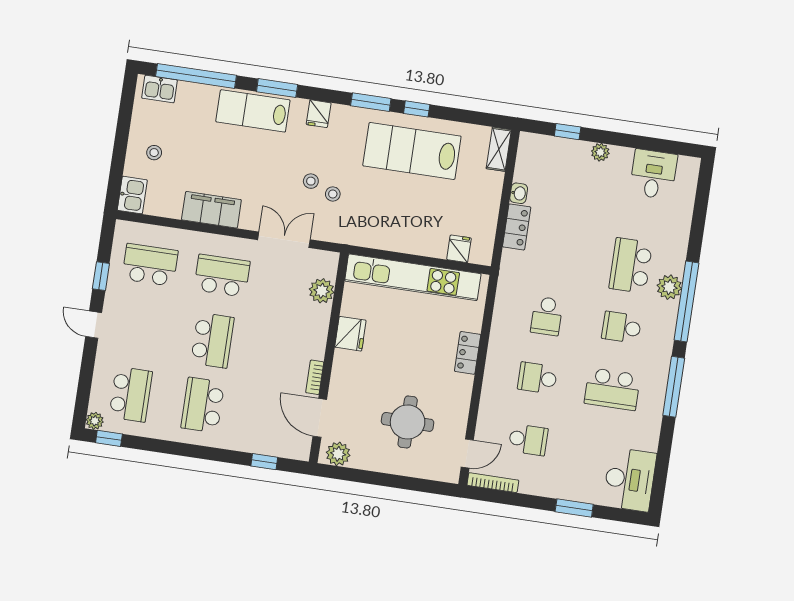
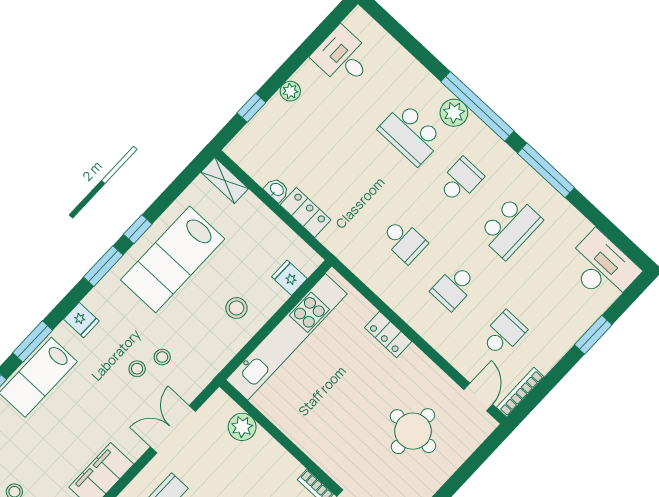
stool: (409, 225) -> (236, 308), added
school desk: (622, 327) -> (460, 180), turned 180
fridge: (350, 334) -> (298, 428), removed

